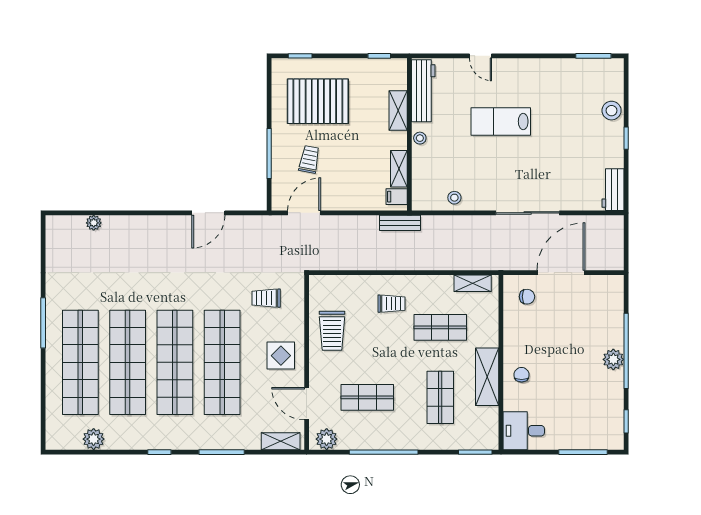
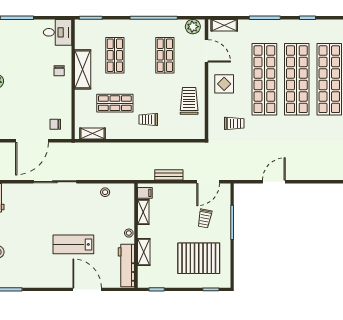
door: (481, 56) -> (87, 289), width x1.88
lab bench: (501, 121) -> (73, 244), turned 180
bench: (400, 223) -> (169, 175), moved
shop shelf: (367, 397) -> (165, 55), turned 90

